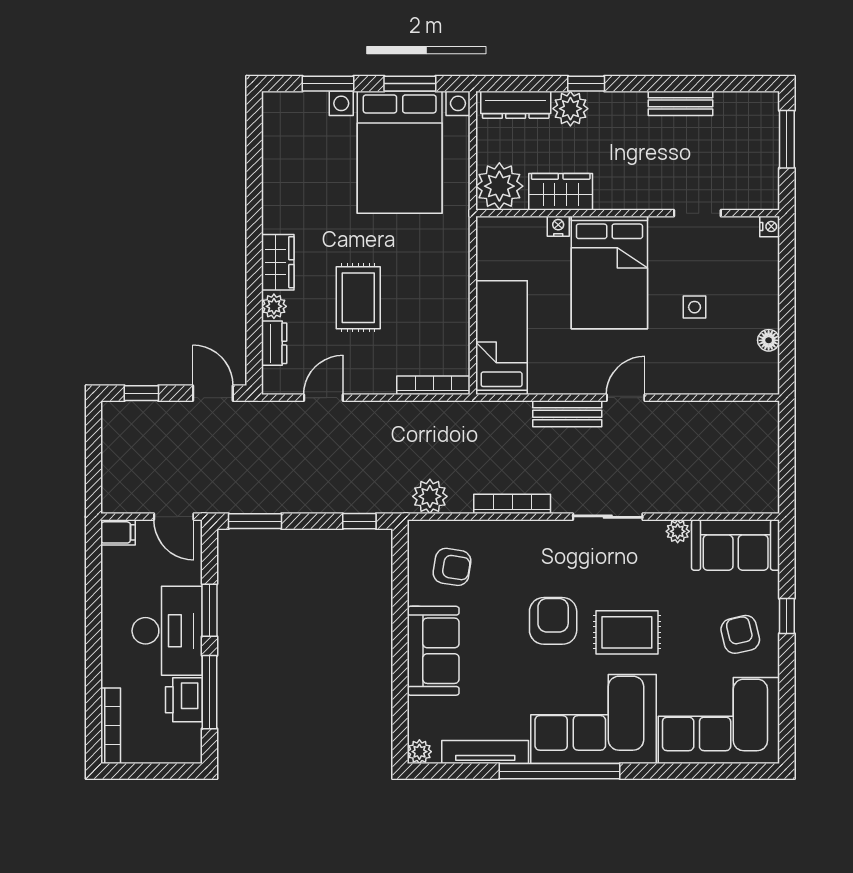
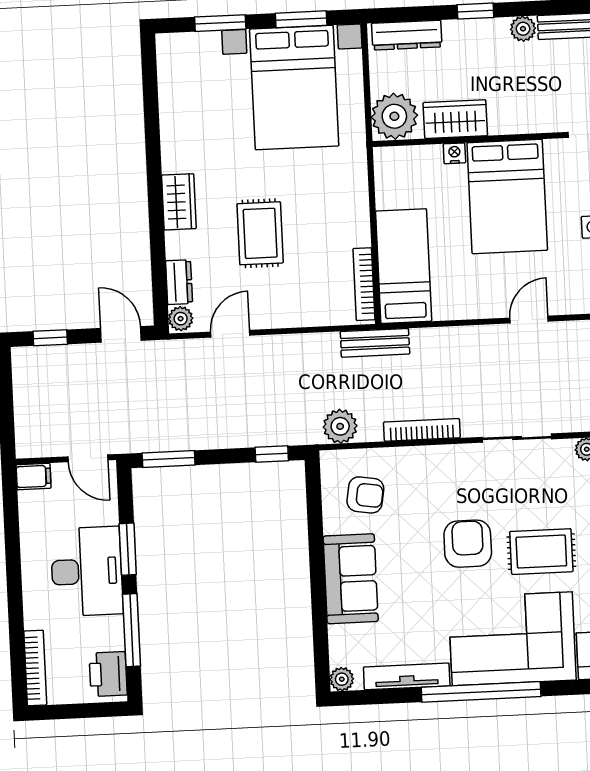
plant: (570, 109) -> (523, 29), moved, width x0.73, depth x0.73
plant: (274, 306) -> (181, 319), moved
bookcase: (433, 385) -> (364, 284), moved, turned -90
bench: (567, 414) -> (375, 343), moved
printer: (184, 700) -> (108, 674), moved

